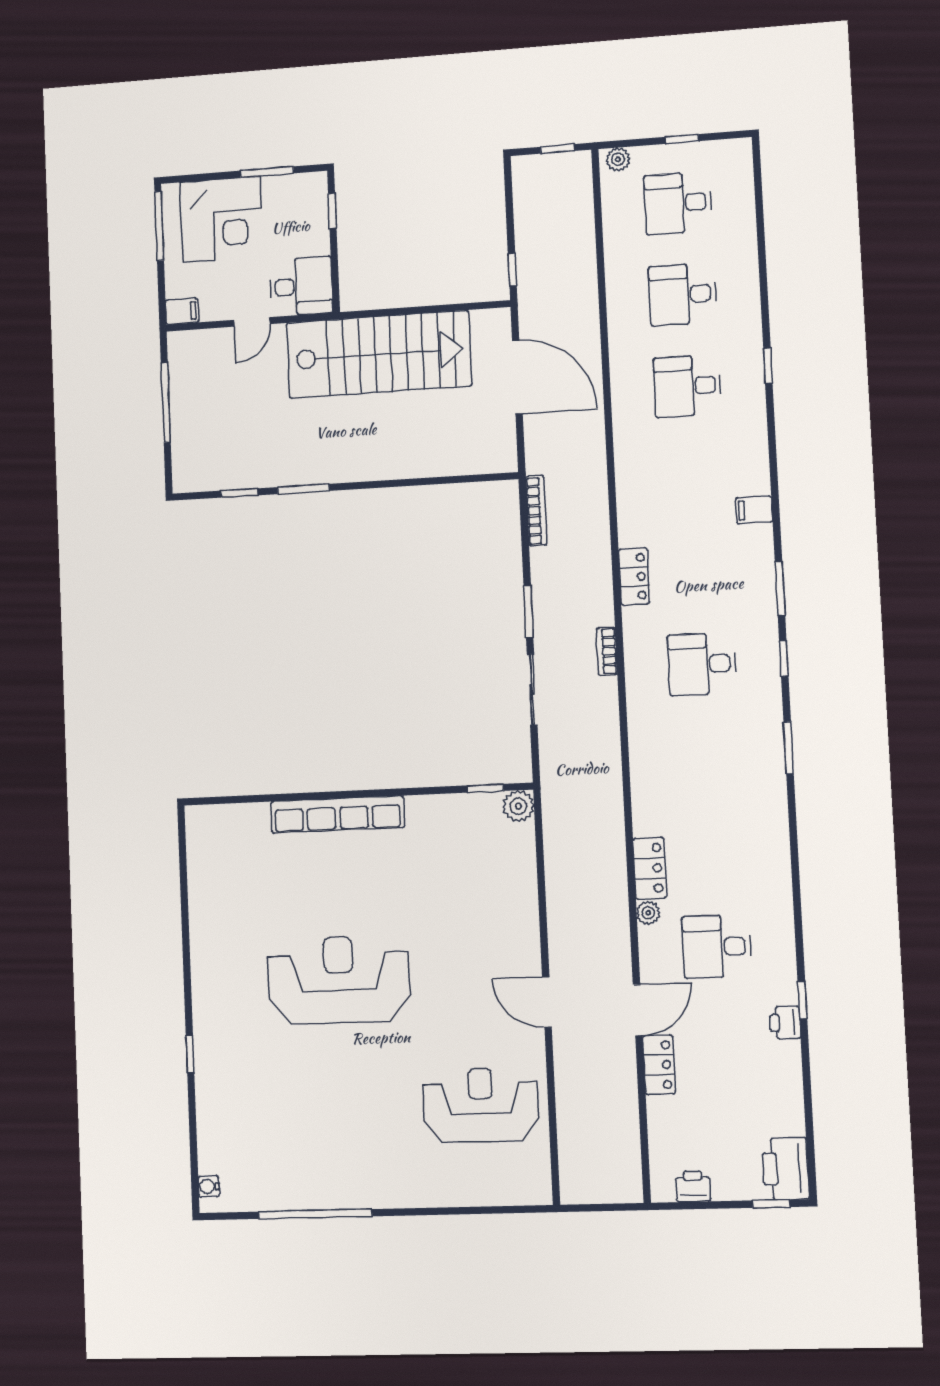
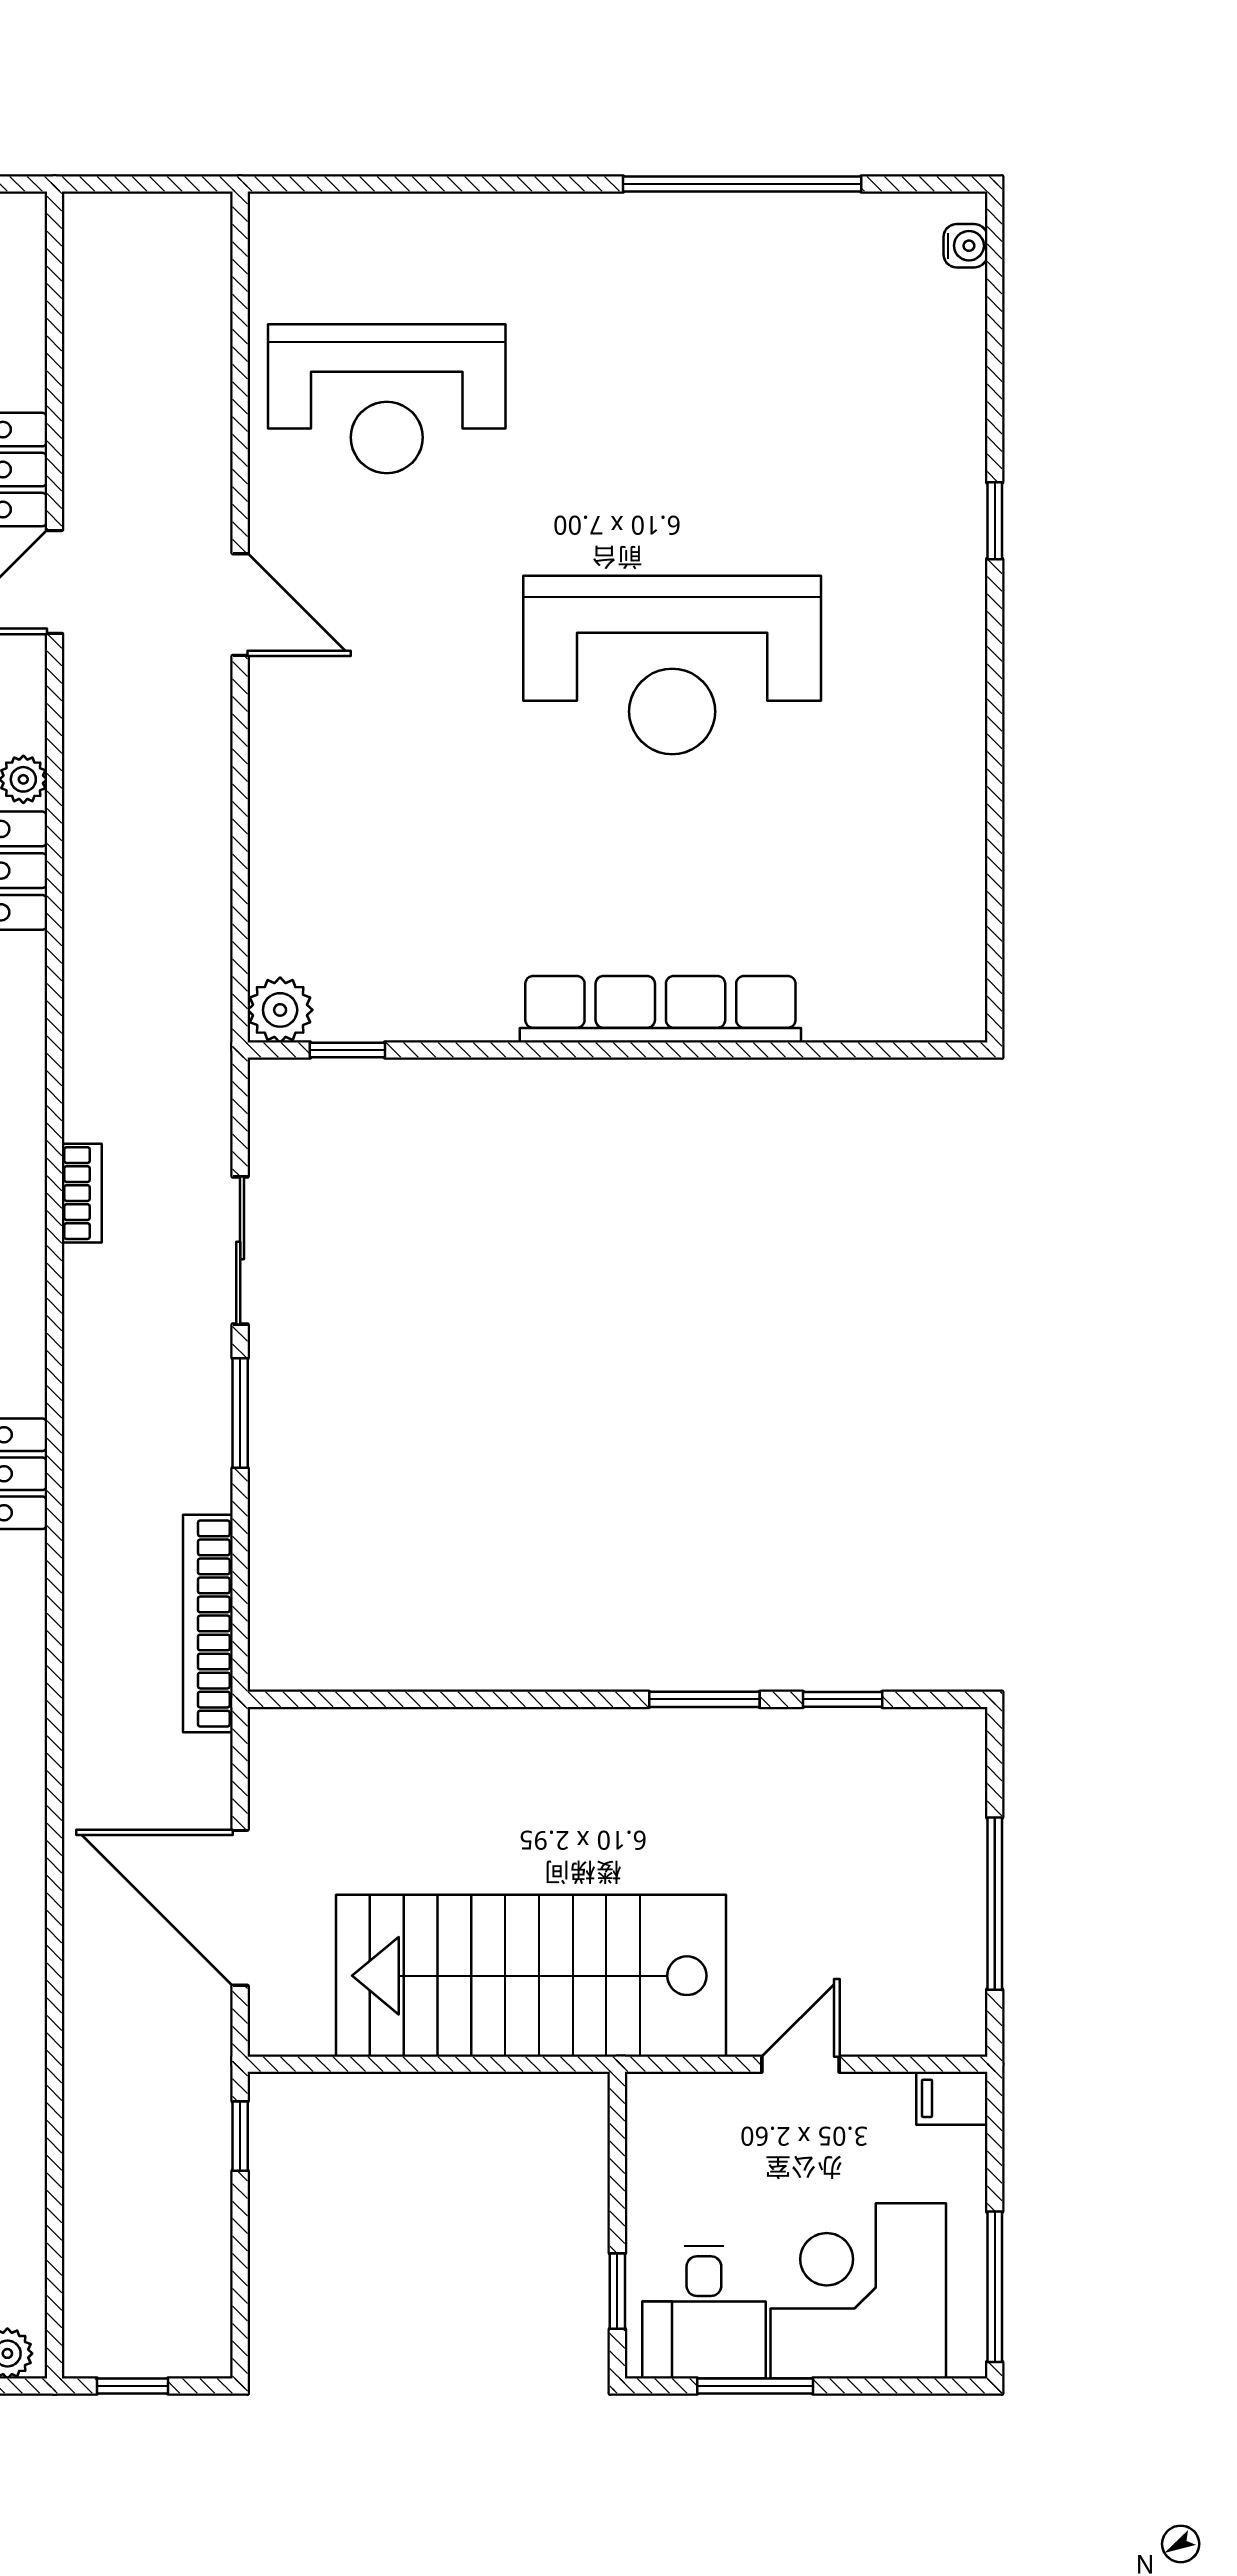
desk: (301, 286) -> (704, 2312), moved, turned -90
bookcase: (536, 511) -> (208, 1623), width x1.48, depth x1.31
bookcase: (607, 651) -> (82, 1193), moved

